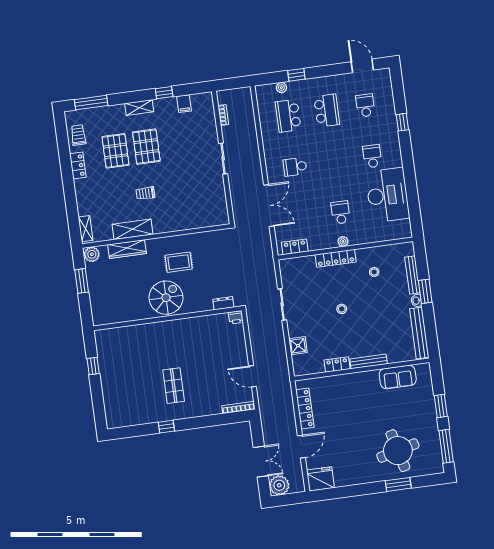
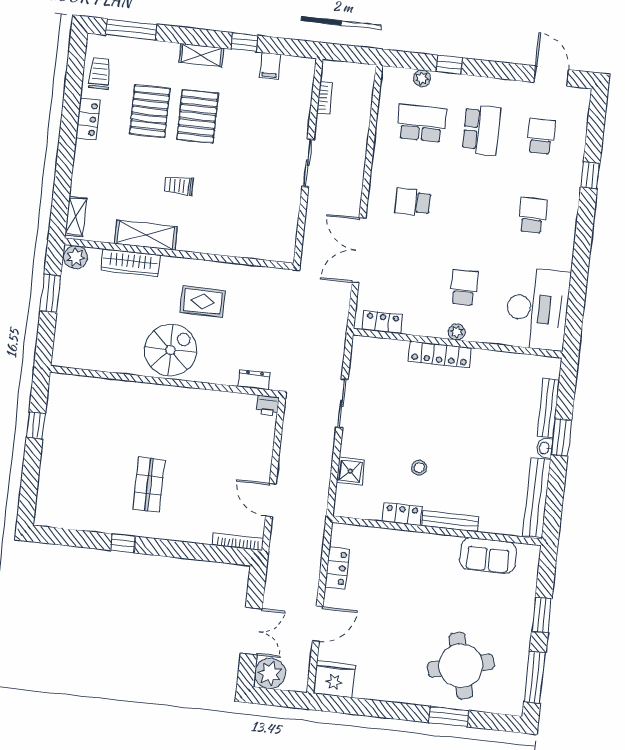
school desk: (288, 116) -> (421, 123), turned 90
desk: (387, 195) -> (537, 309), moved
double door: (269, 206) -> (359, 250), swing flipped
stool: (374, 272) -> (492, 389), removed
stool: (342, 309) -> (419, 468), moved
locker: (305, 409) -> (337, 568), width x0.66

